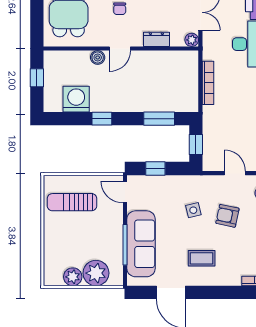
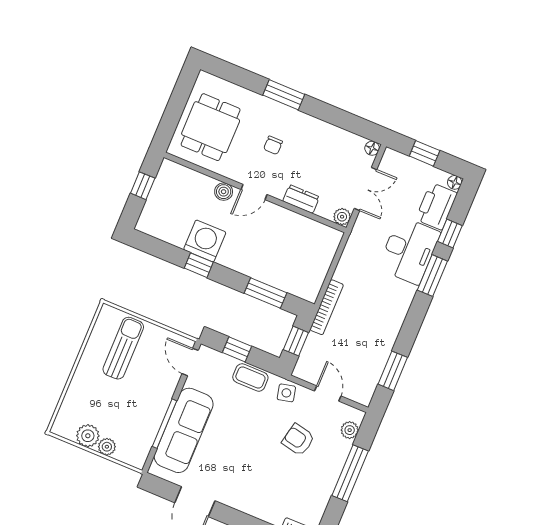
bookcase: (208, 83) -> (327, 307), moved
washing machine: (76, 99) -> (205, 241), moved
sun lounger: (72, 202) -> (123, 348), turned 90
side table: (193, 210) -> (286, 393), moved
coffee table: (202, 258) -> (250, 377), moved
plant: (96, 273) -> (107, 447), width x0.53, depth x0.53

